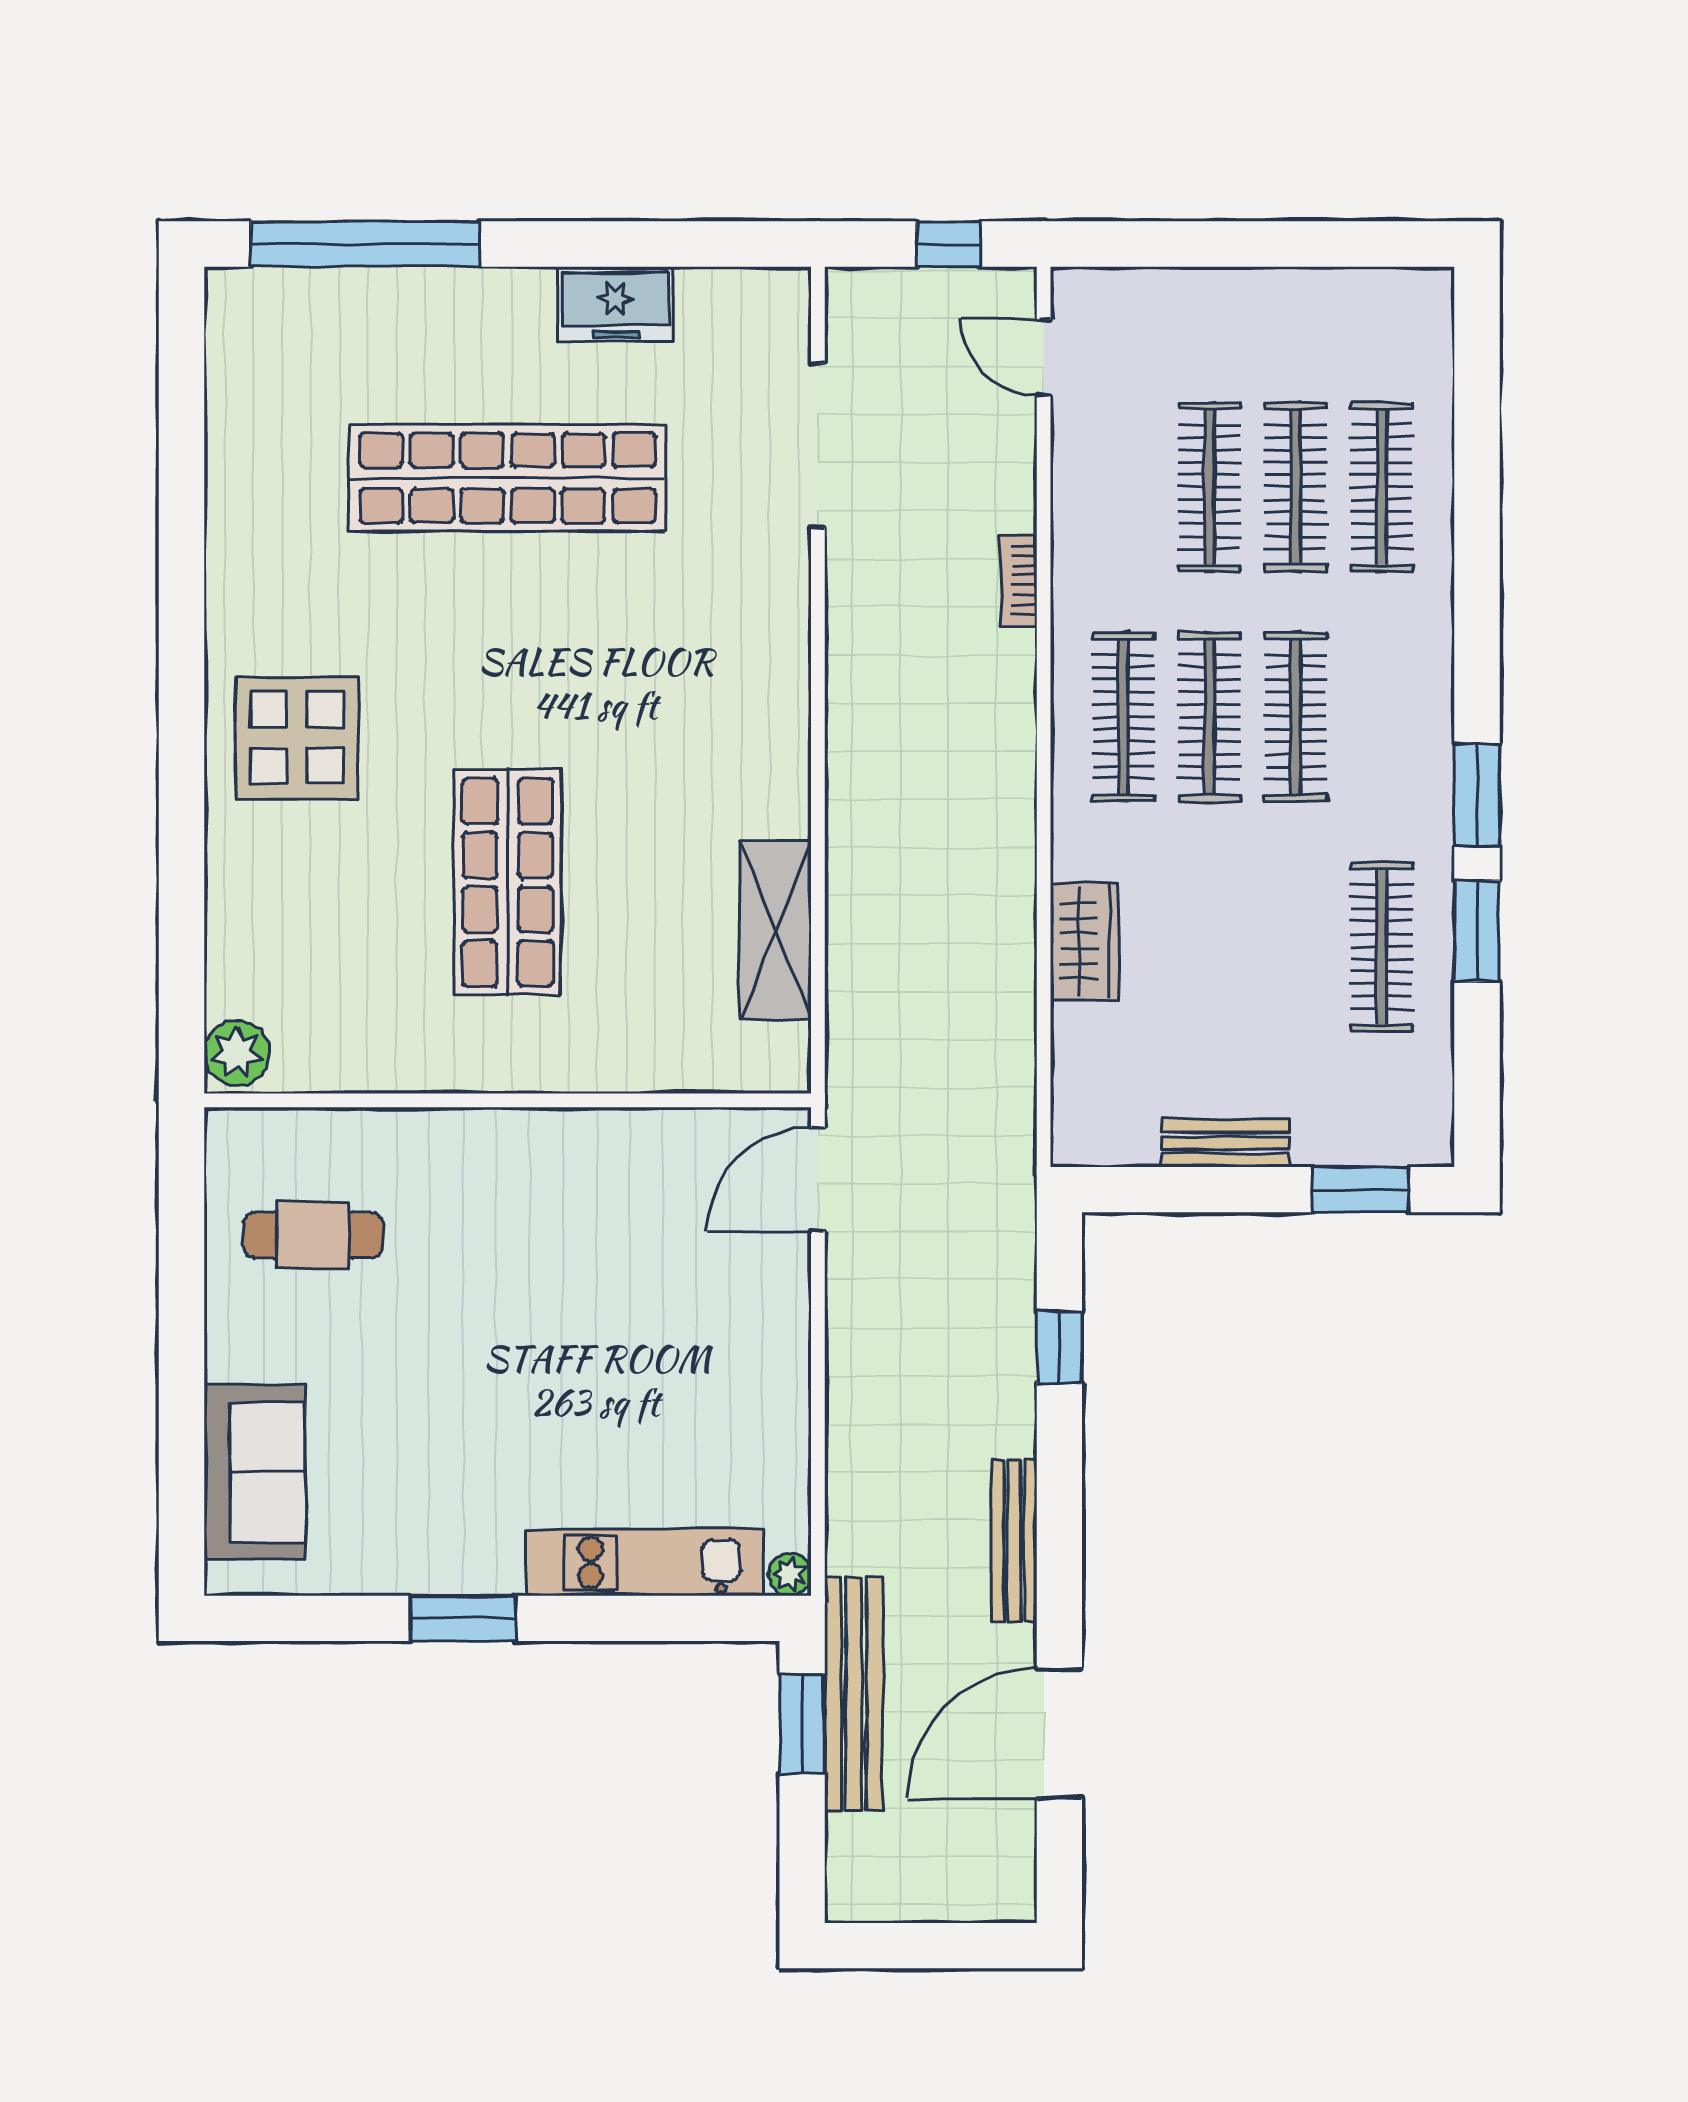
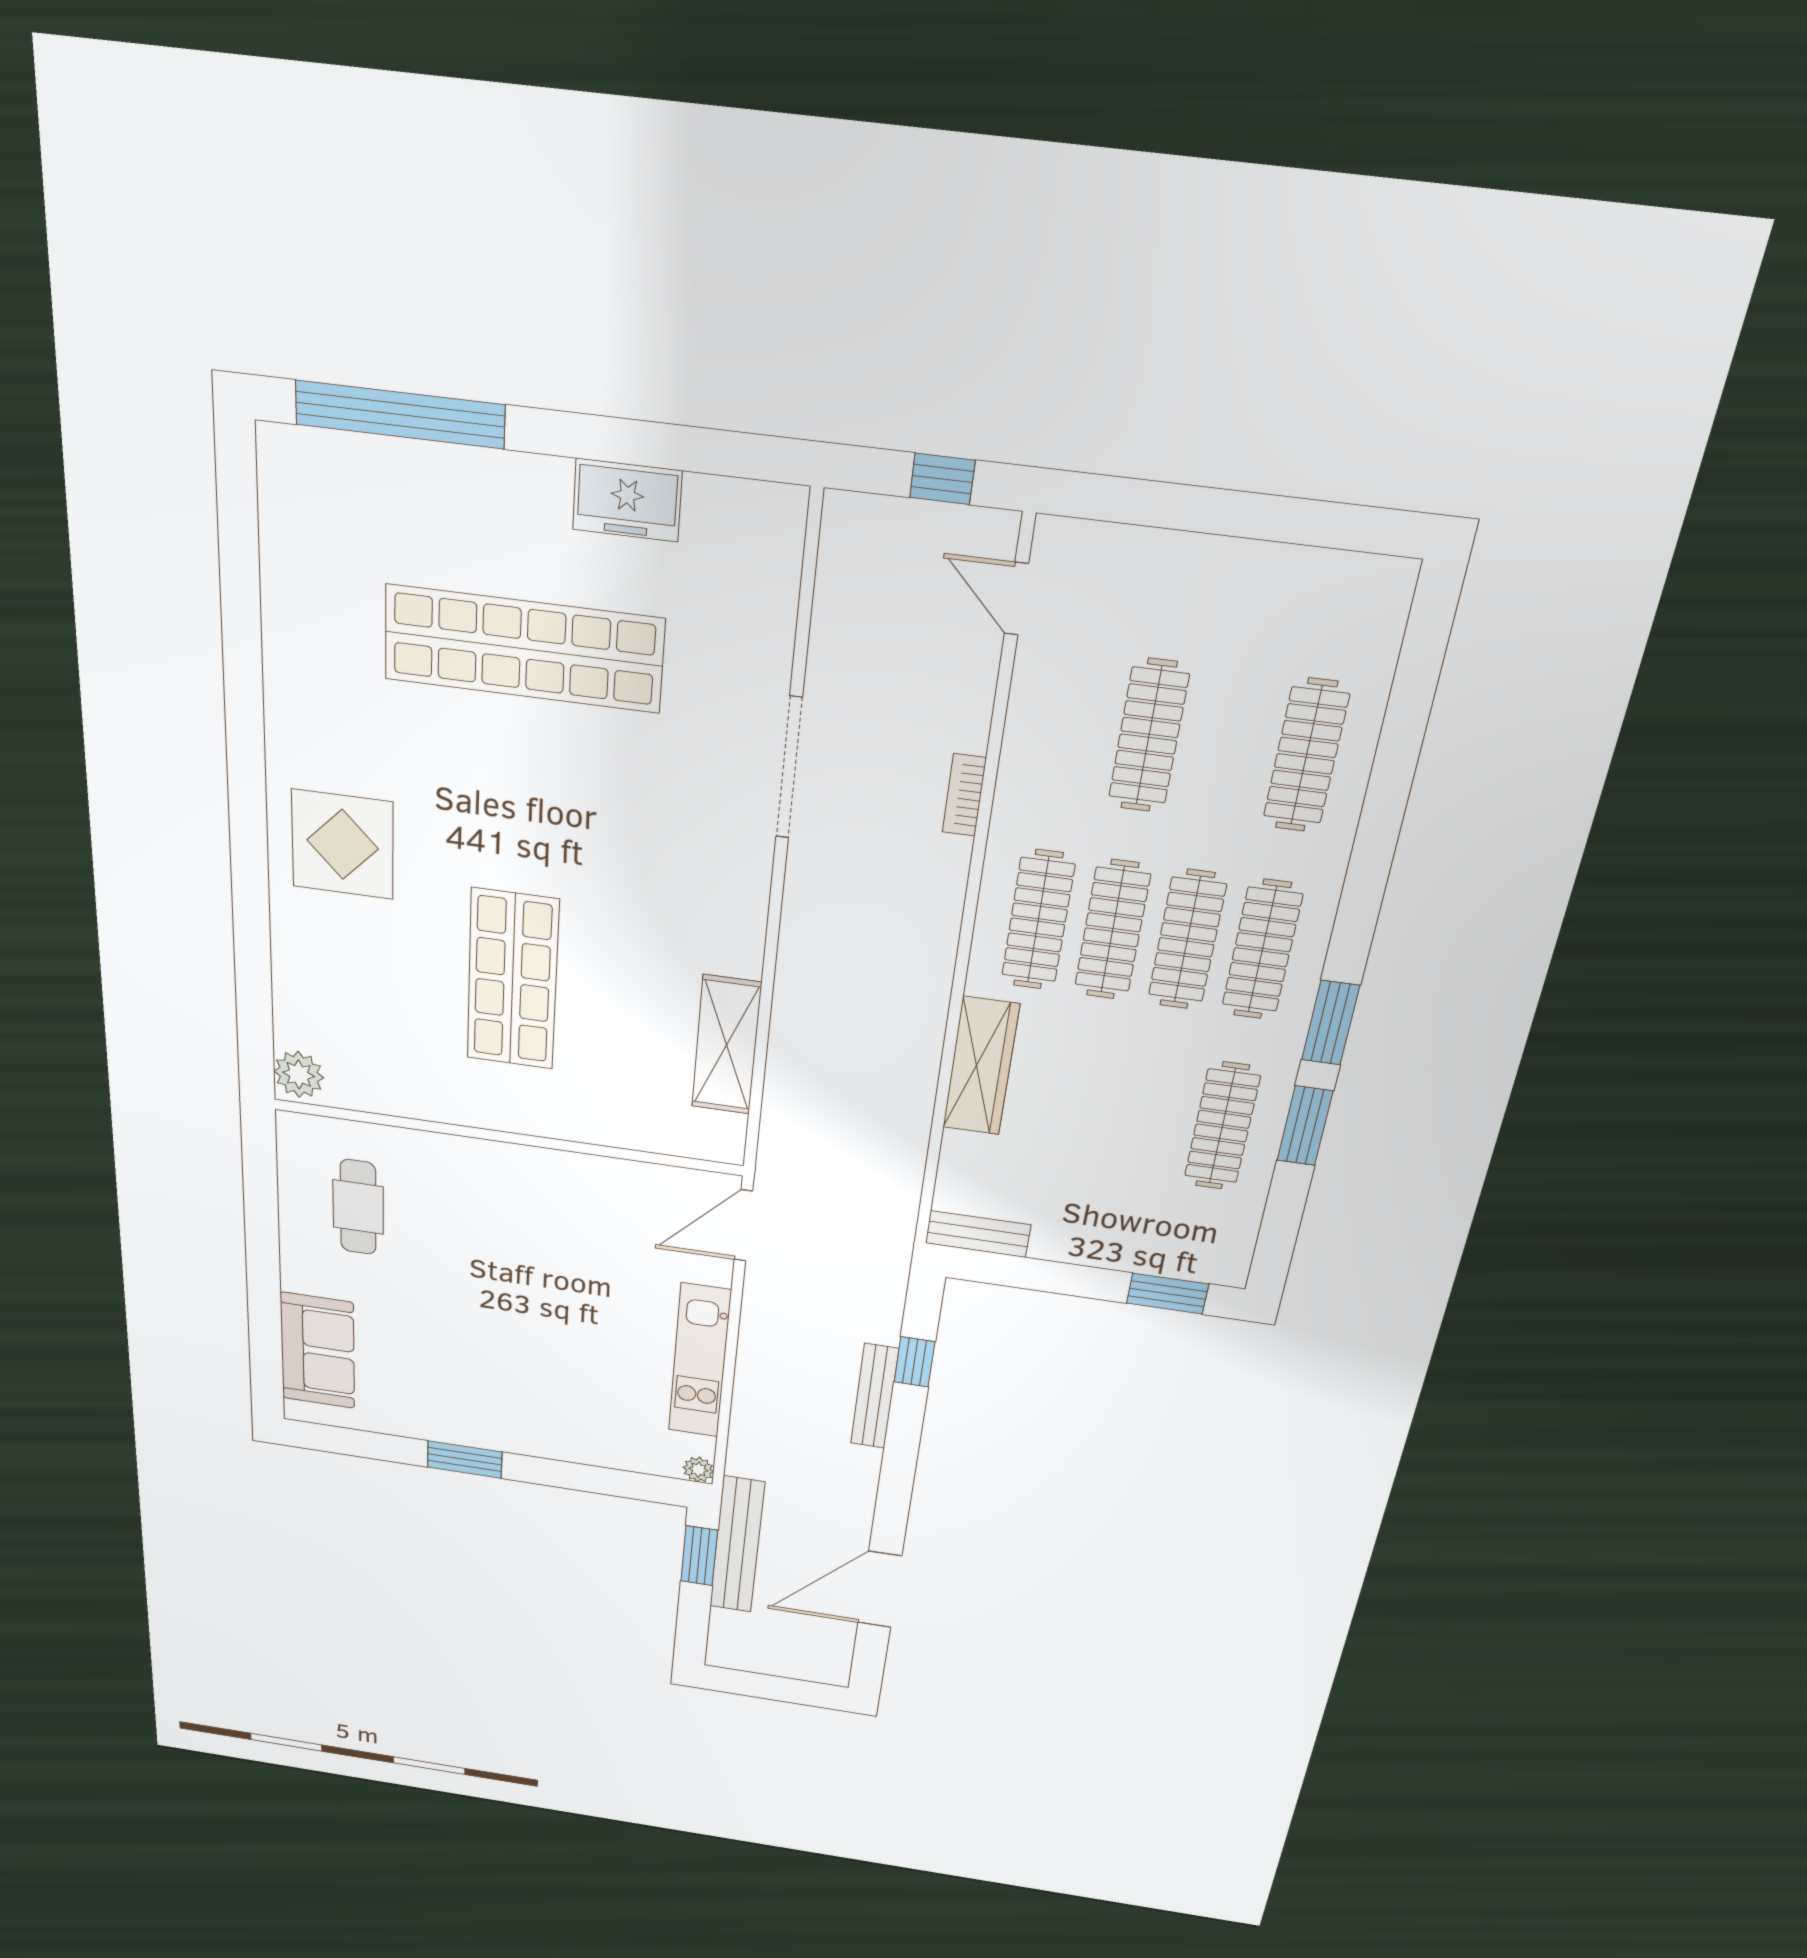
doorway: (818, 445) -> (789, 768), moved
clothes rail: (1295, 487) -> (1262, 950), moved
wardrobe: (1084, 941) -> (981, 1066), width x1.50
bench: (1225, 1143) -> (978, 1234), moved
cafe table: (313, 1235) -> (358, 1207), turned 90
bench: (1014, 1541) -> (875, 1396), moved
kitchen unit: (645, 1562) -> (700, 1361), moved, turned -90

